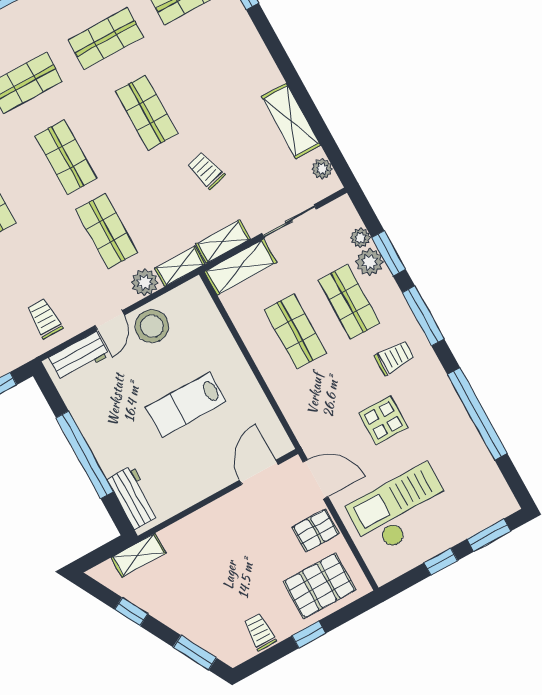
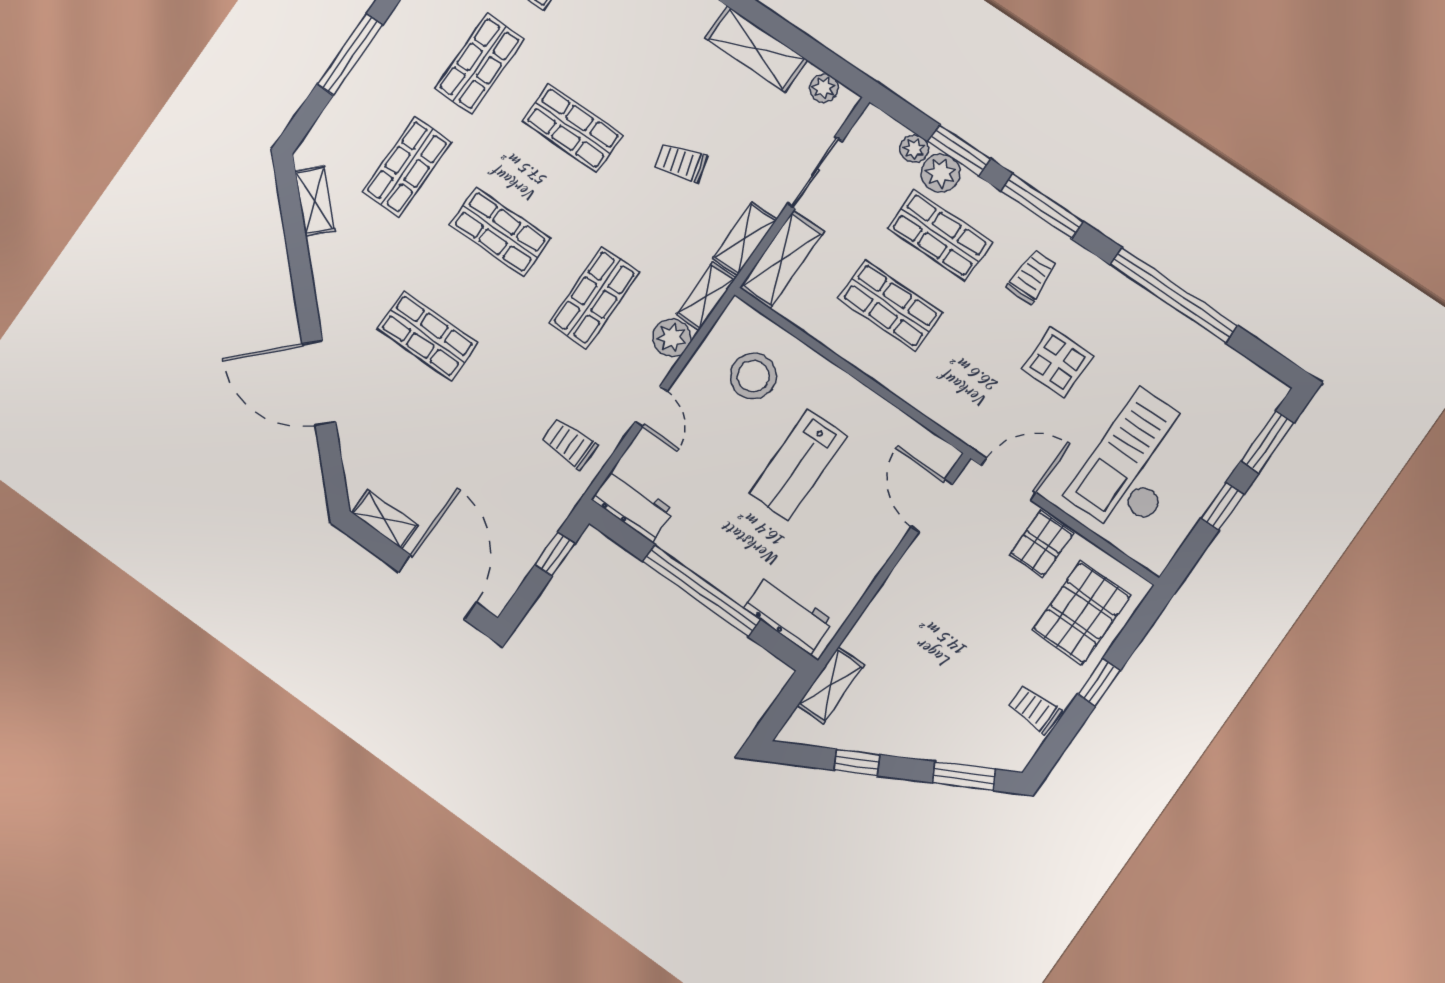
shop shelf: (107, 231) -> (594, 298), turned 90
stool: (152, 326) -> (753, 376), moved
workbench: (79, 356) -> (633, 505), moved, turned -90

